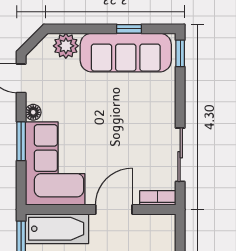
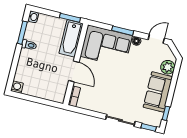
window: (129, 29) -> (166, 113), moved
sofa: (126, 53) -> (158, 92), width x0.73
sliding door: (180, 155) -> (120, 120), moved

